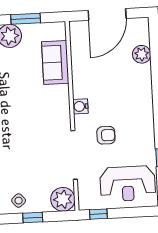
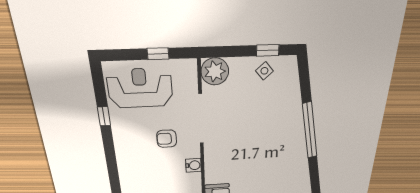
window: (98, 214) -> (158, 54), moved
window: (33, 218) -> (268, 50), moved

